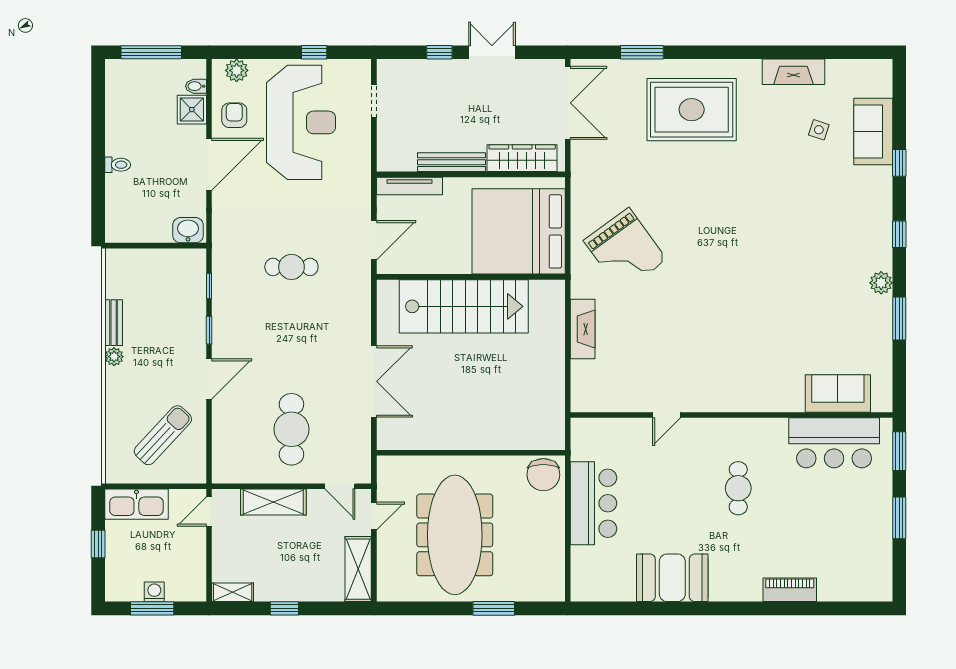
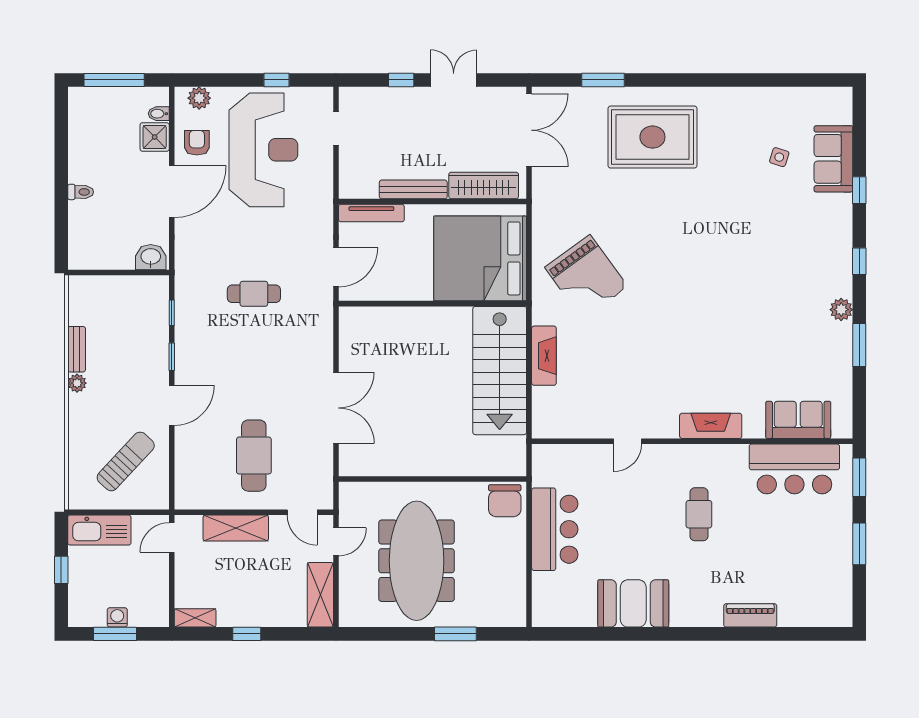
fireplace: (793, 72) -> (711, 426), moved, turned 180
stairs: (464, 306) -> (500, 371), moved, turned 90

